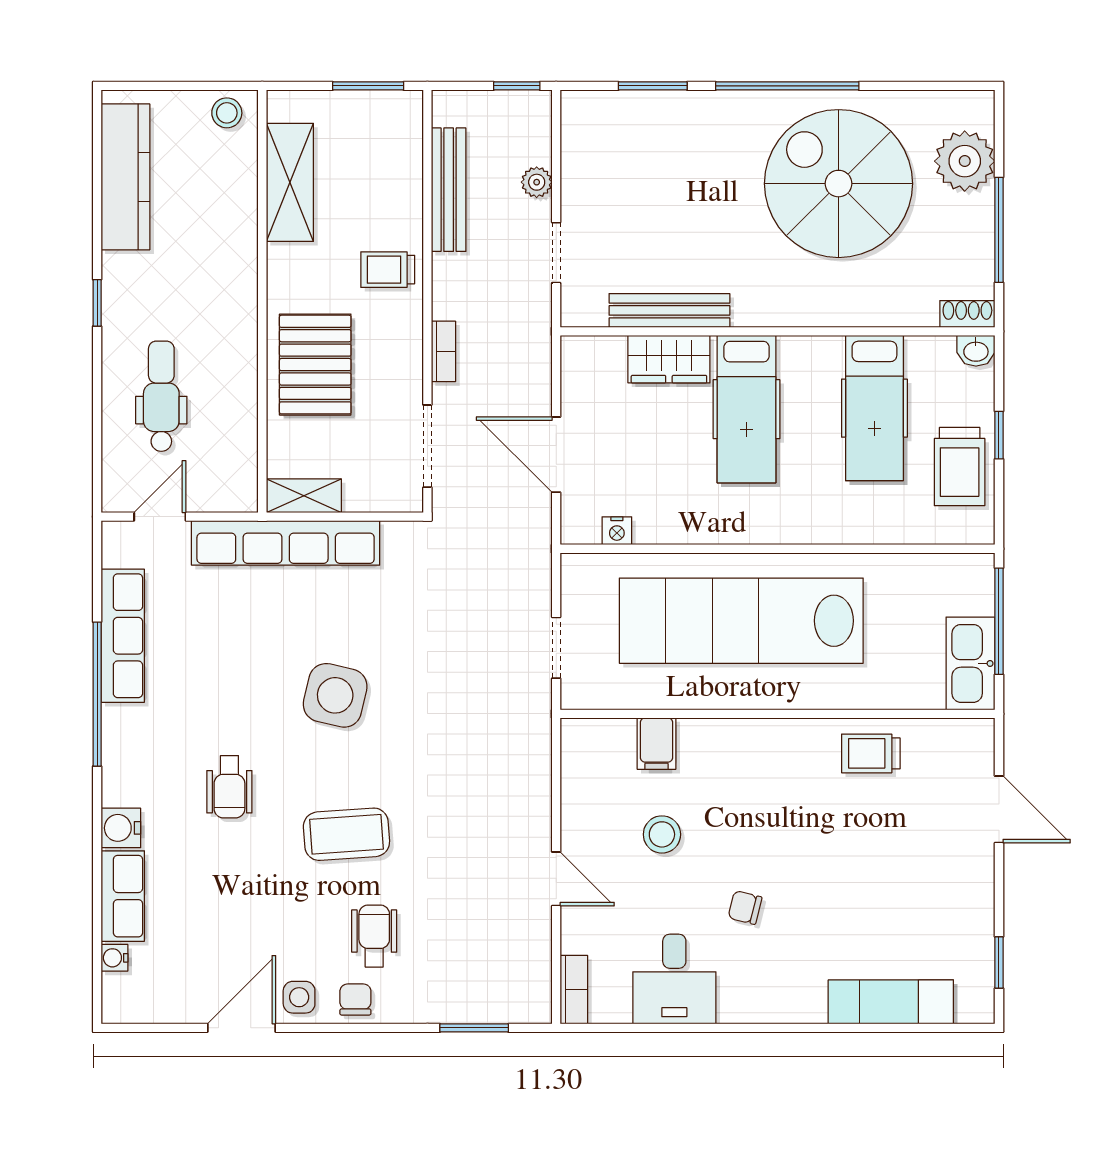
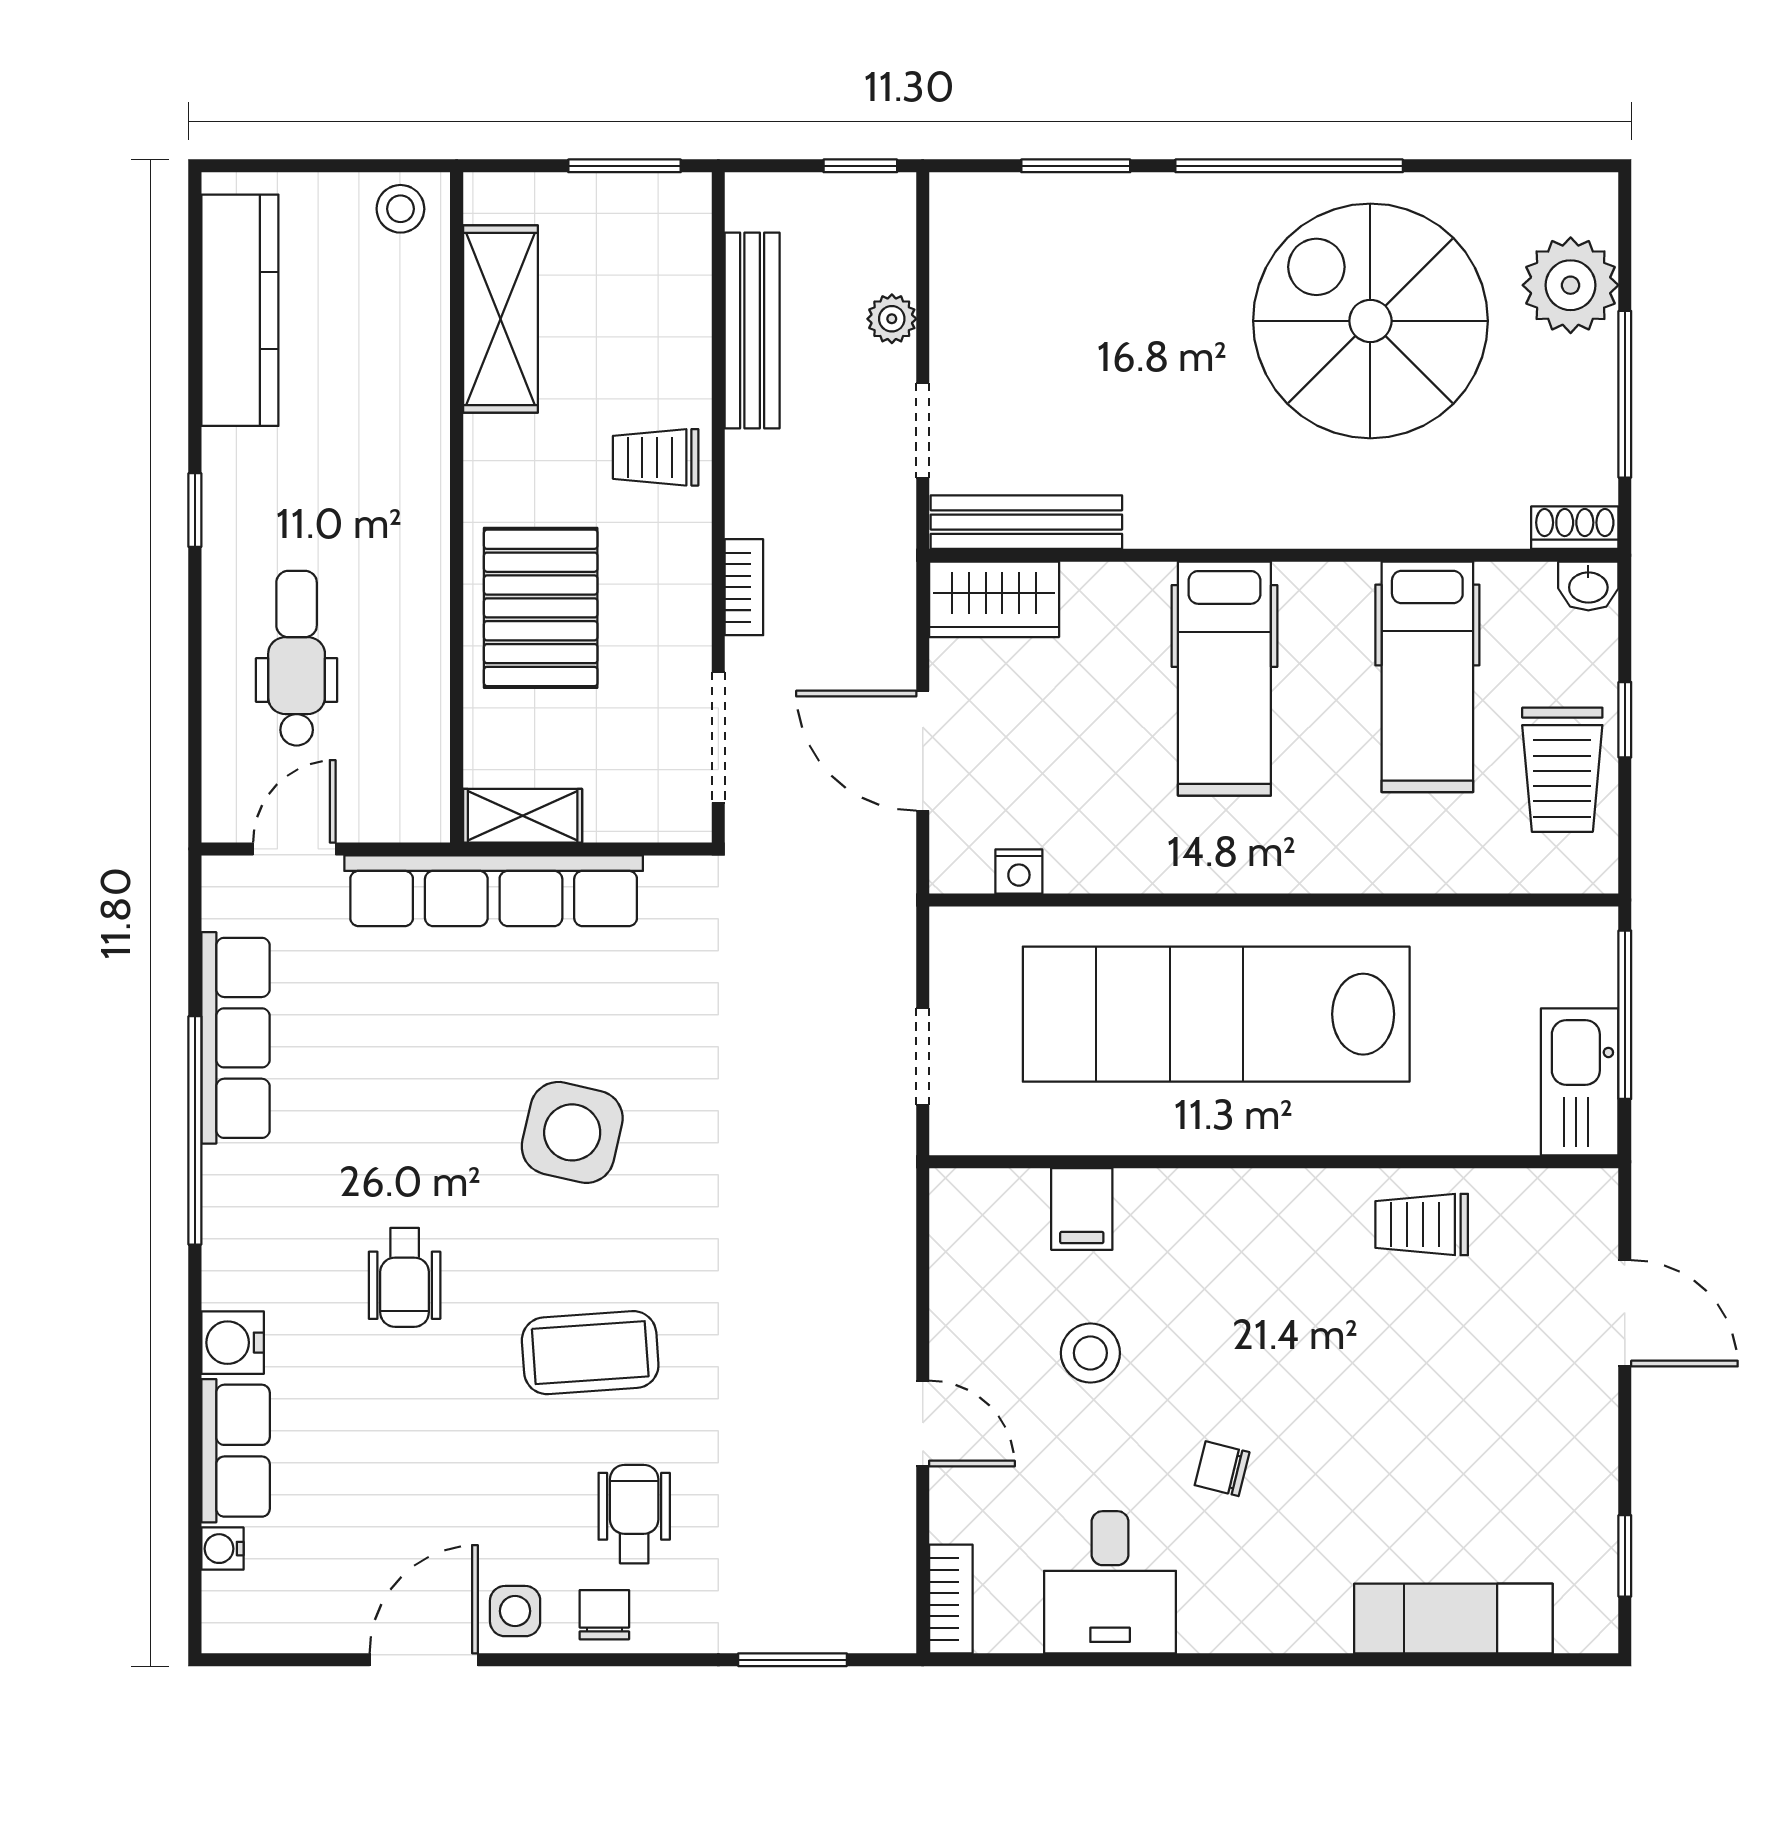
bench: (669, 310) -> (1026, 522), moved
wardrobe: (669, 359) -> (994, 599), moved

